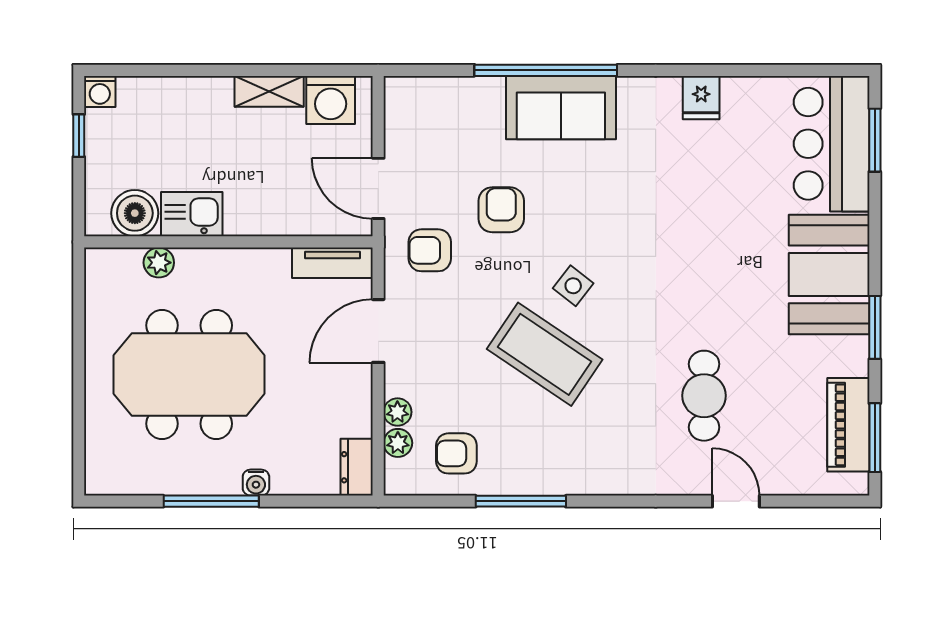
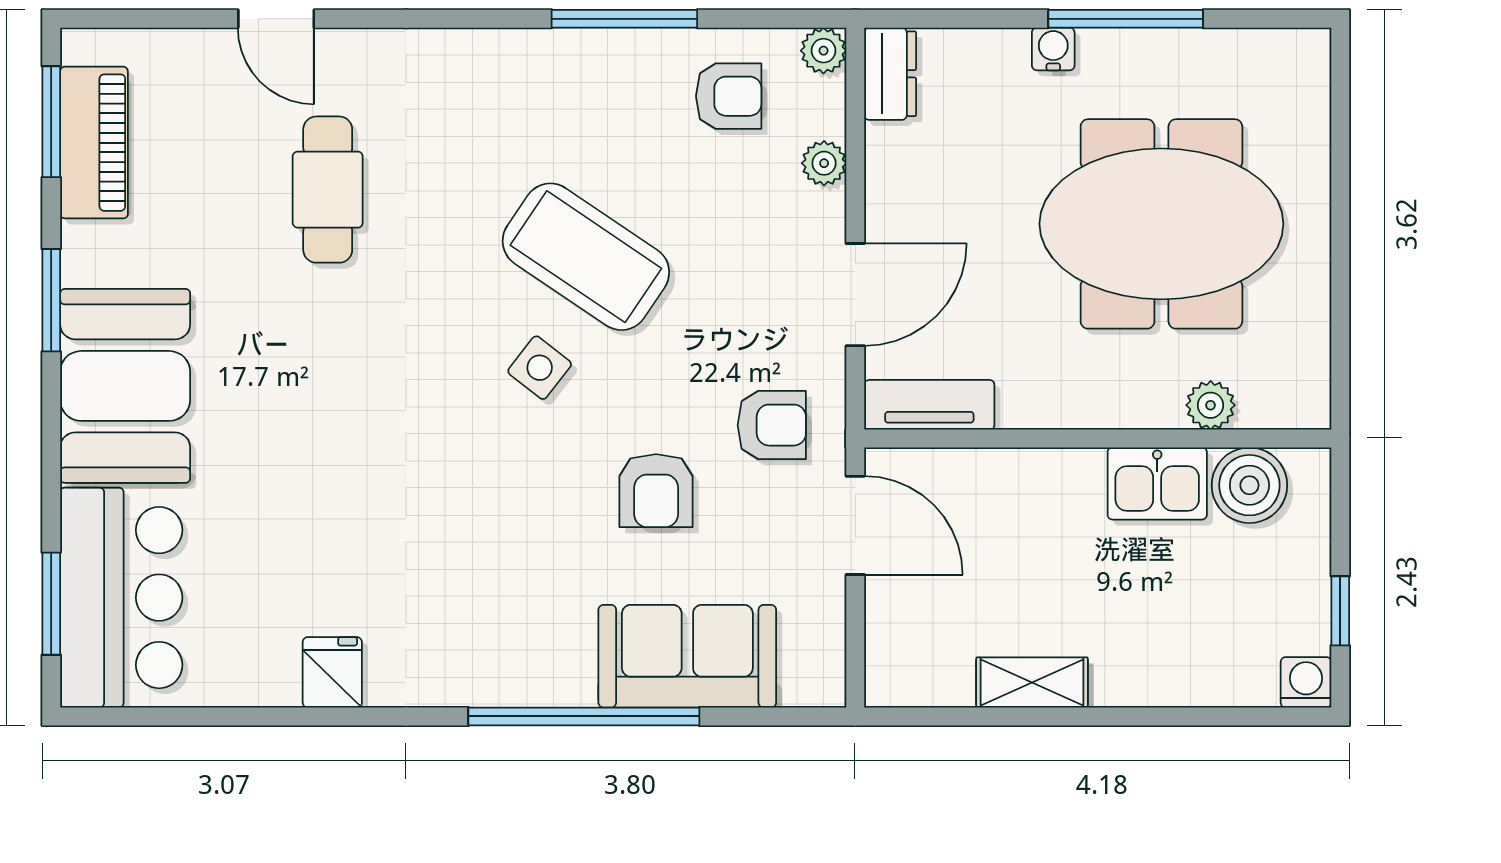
washing machine: (331, 100) -> (932, 668), removed
sofa: (561, 108) -> (687, 656), moved
plant: (398, 443) -> (823, 51), moved

